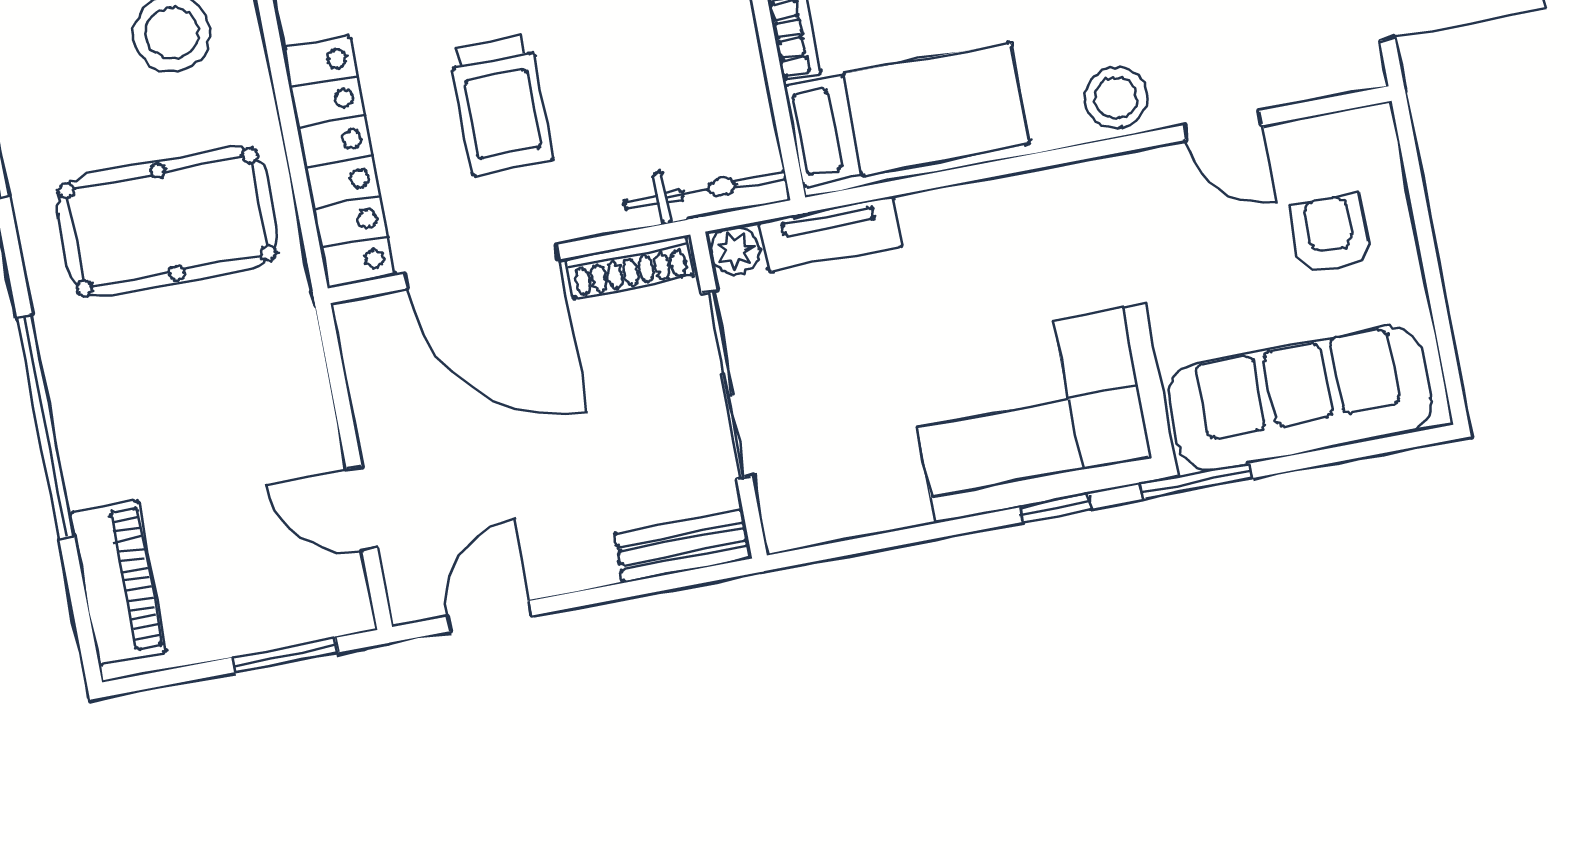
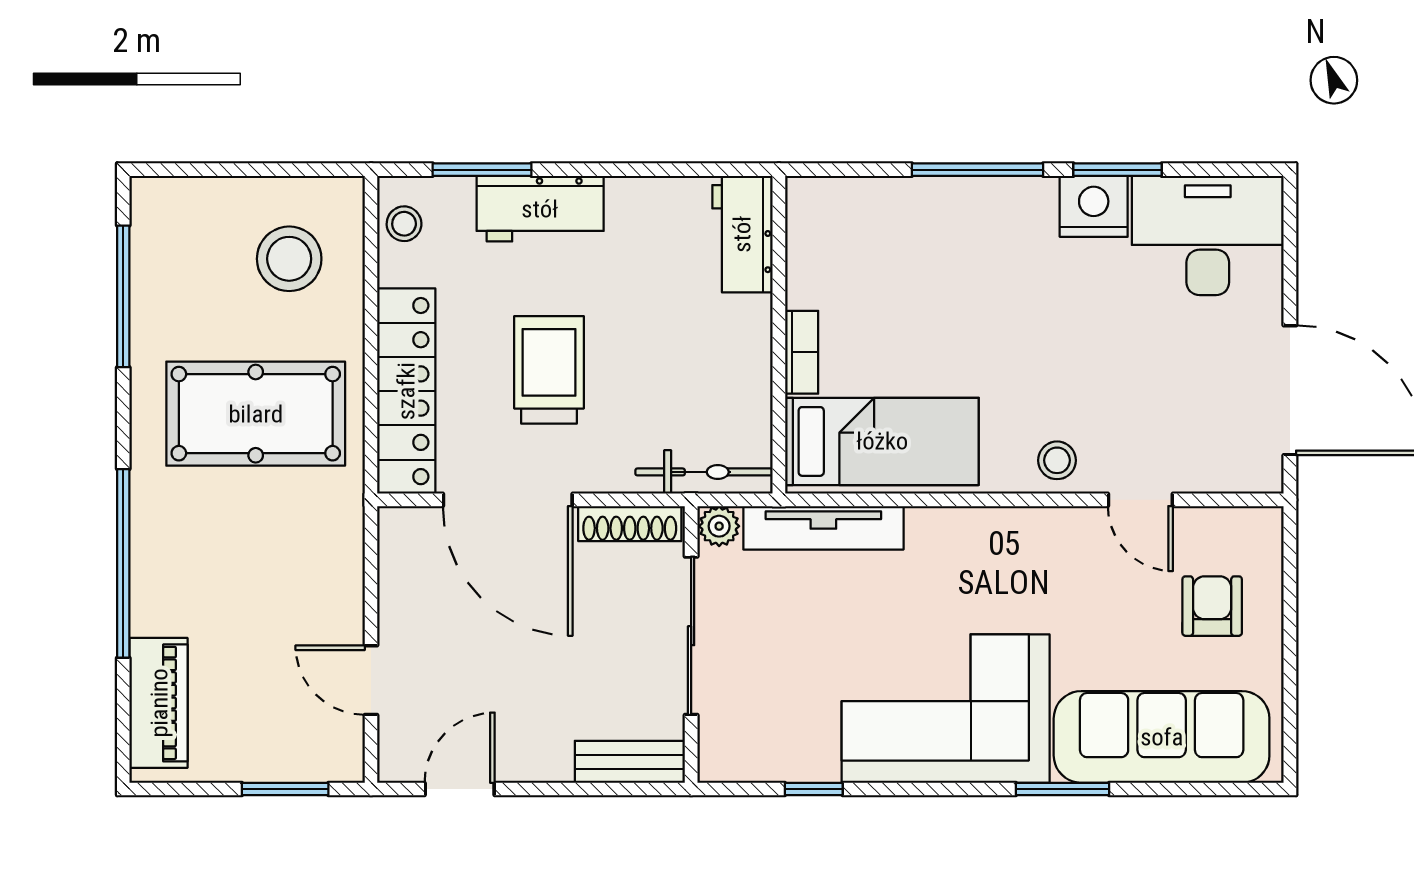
stool: (1116, 98) -> (1057, 460), width x0.73, depth x0.73
trolley: (501, 105) -> (549, 370), turned 180
tv unit: (830, 234) -> (823, 528), width x1.41
window: (1055, 508) -> (814, 789), moved

